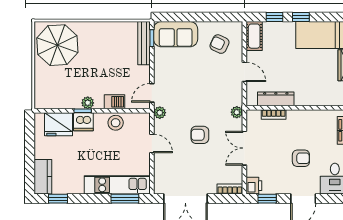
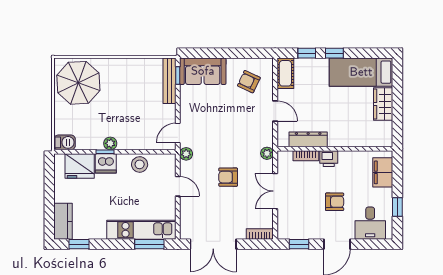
barbecue: (115, 102) -> (65, 142), moved
printer: (254, 186) -> (329, 159), moved, turned 90

